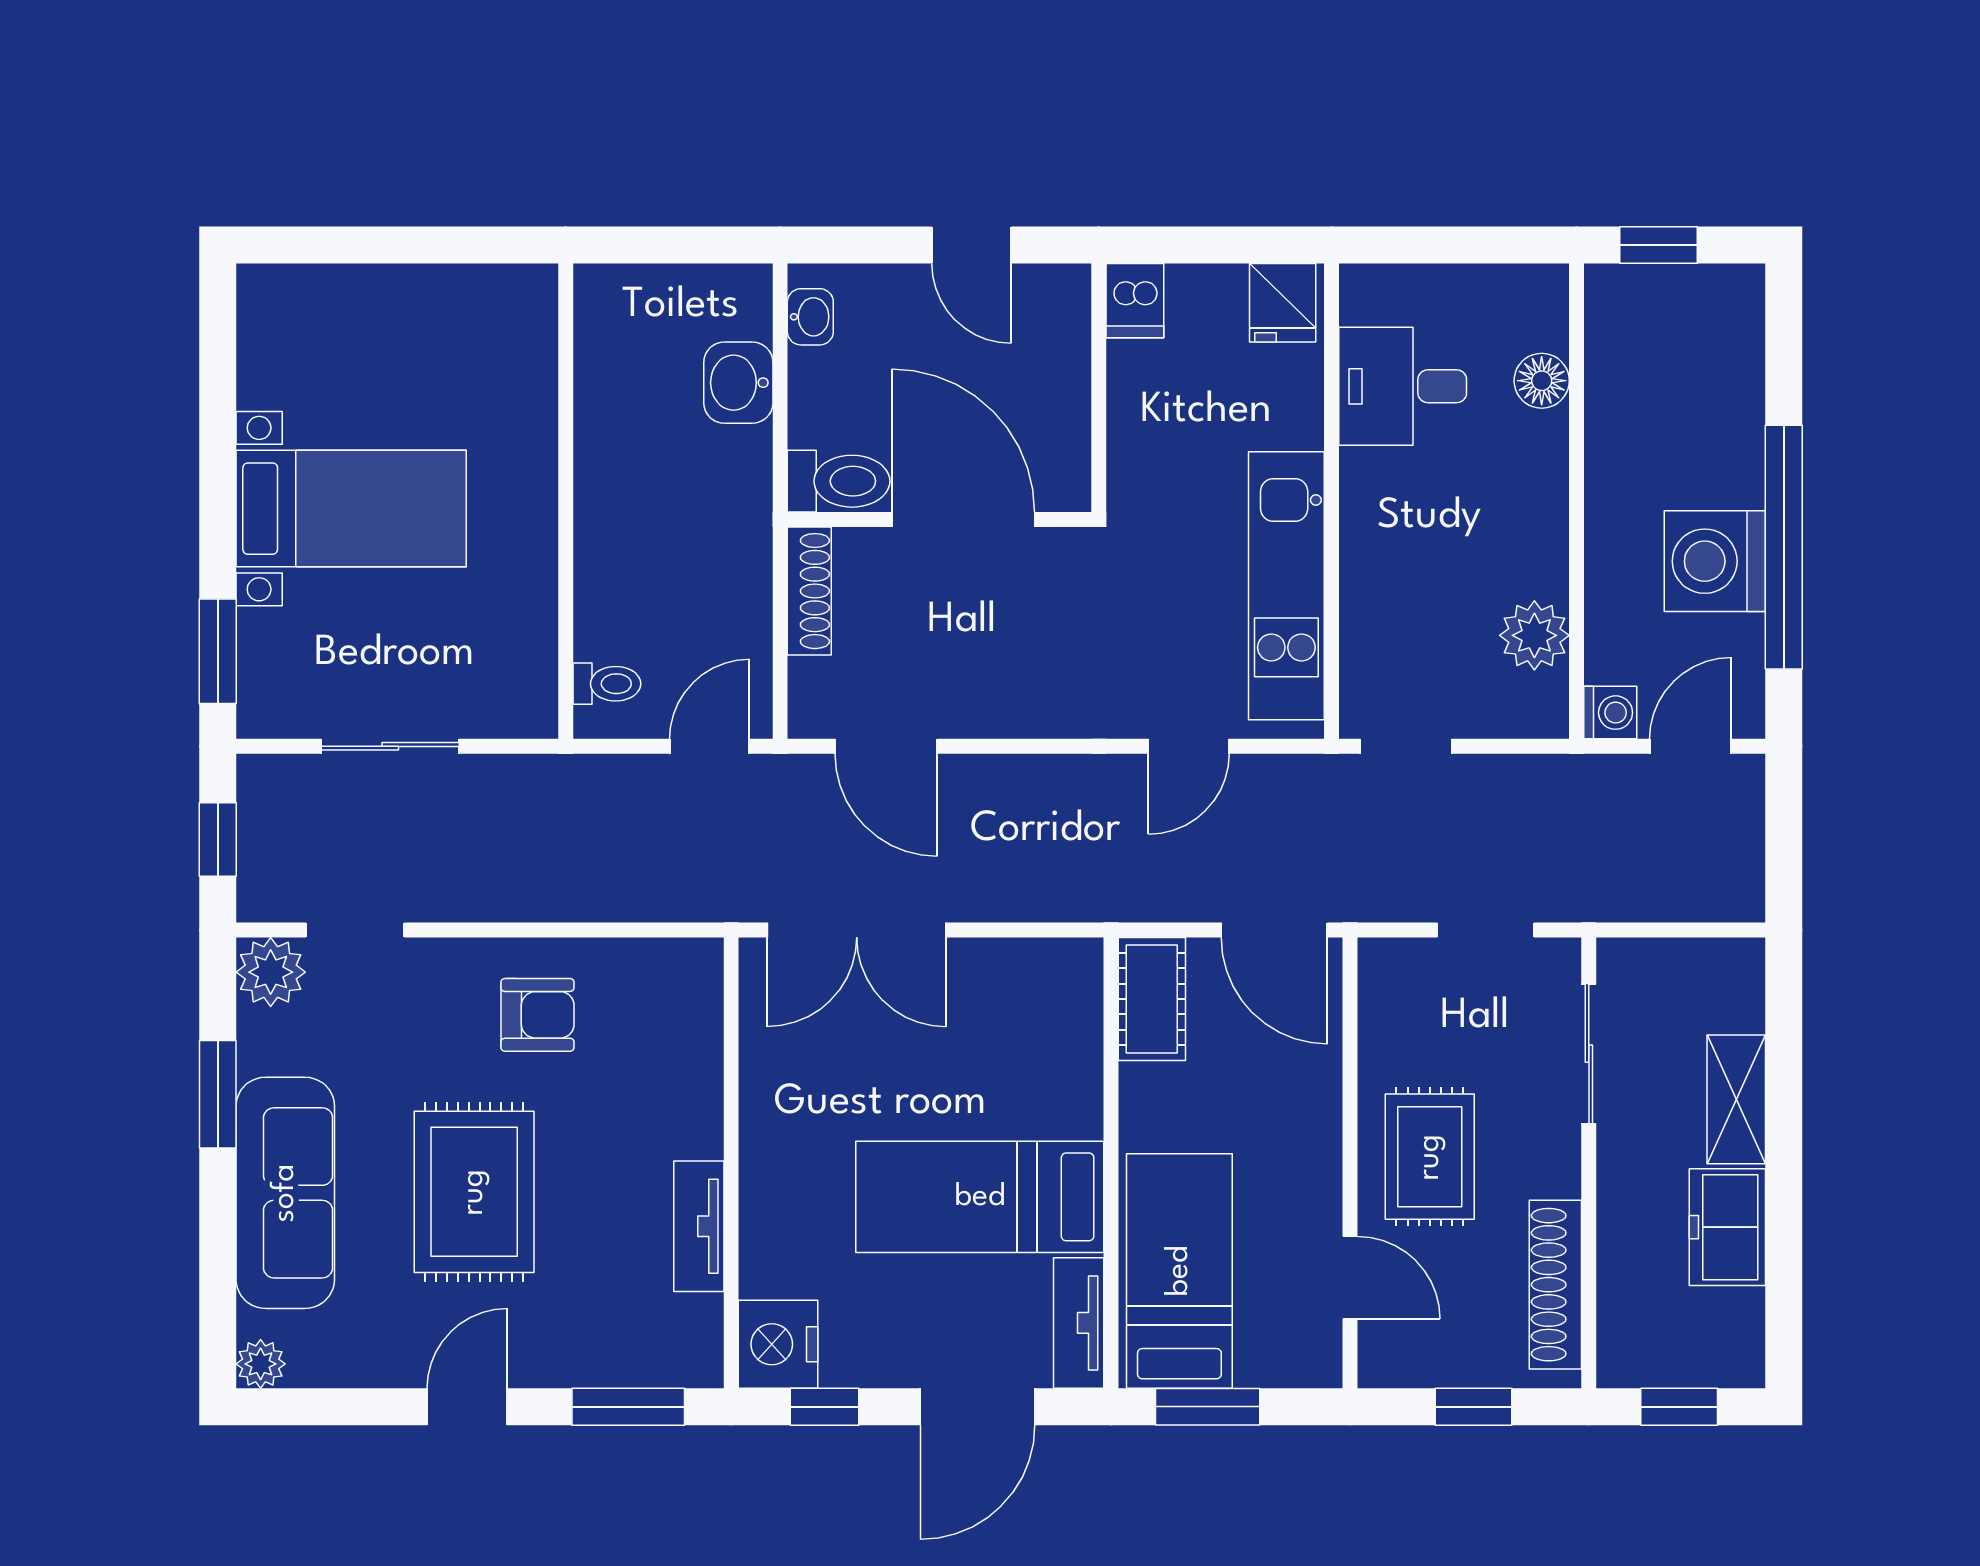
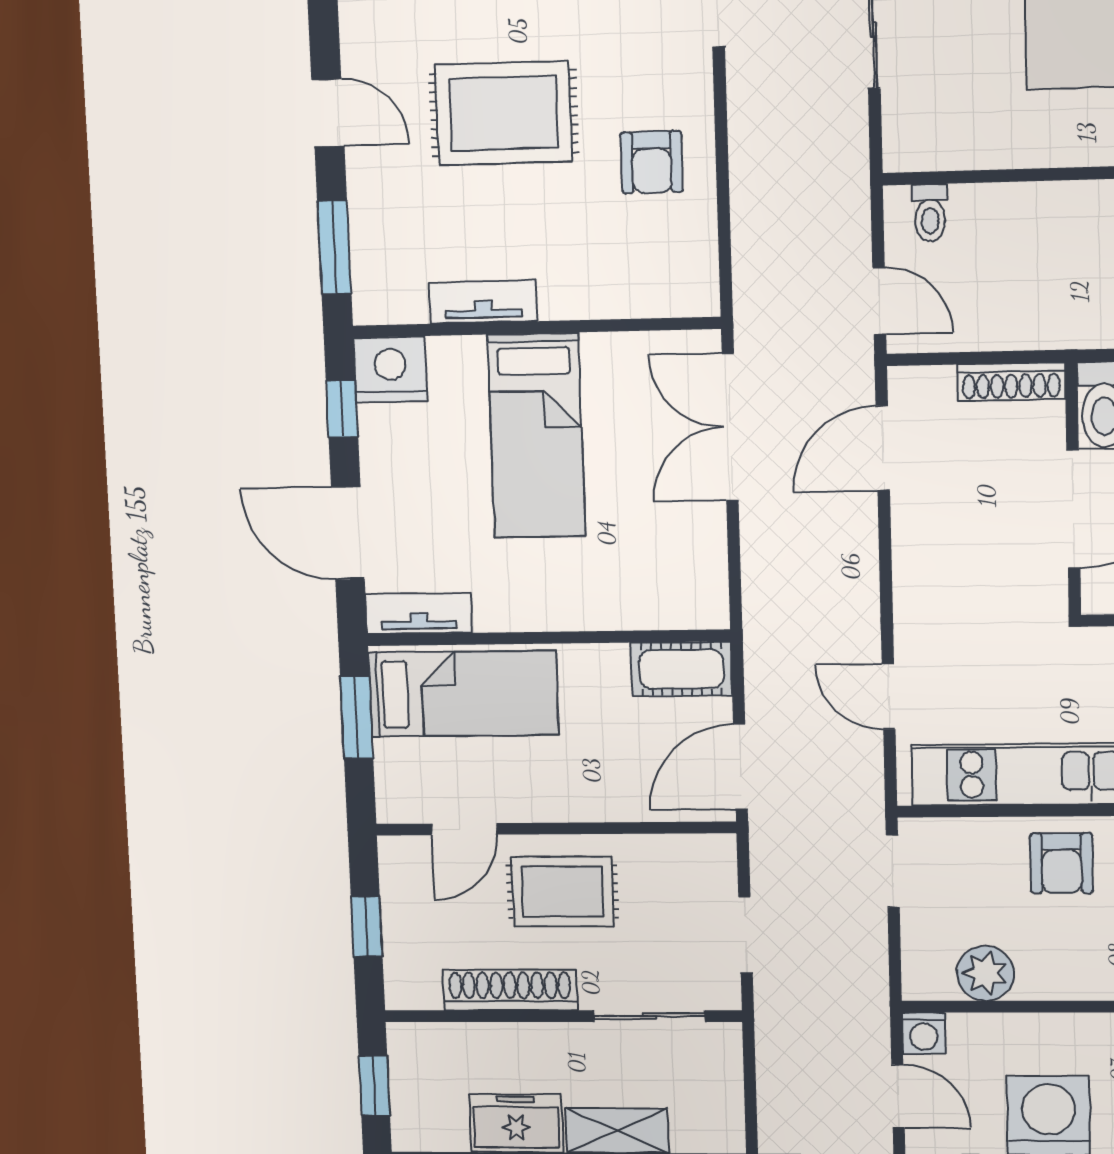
armchair: (1397, 540) -> (1062, 863), added
bed: (980, 1197) -> (536, 436), moved, turned 180
shoe rack: (1555, 1285) -> (510, 990), moved

